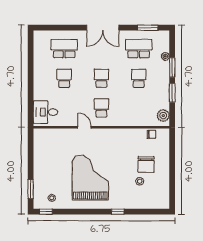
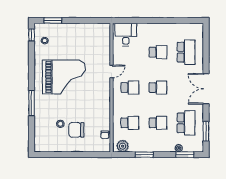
window: (172, 68) -> (185, 155), moved
school desk: (139, 108) -> (130, 123), added
window: (118, 212) -> (32, 103), width x2.17

